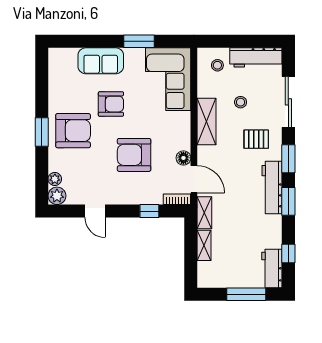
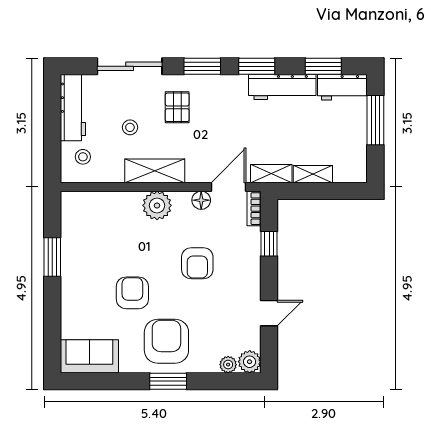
sofa: (101, 61) -> (89, 356), moved, turned -90
corner sofa: (168, 79) -> (101, 220), removed
plant: (179, 123) -> (157, 205), added
armchair: (134, 155) -> (197, 263), width x0.73, depth x0.73
workbench: (272, 187) -> (282, 87), moved
window: (288, 253) -> (323, 66), width x1.50

